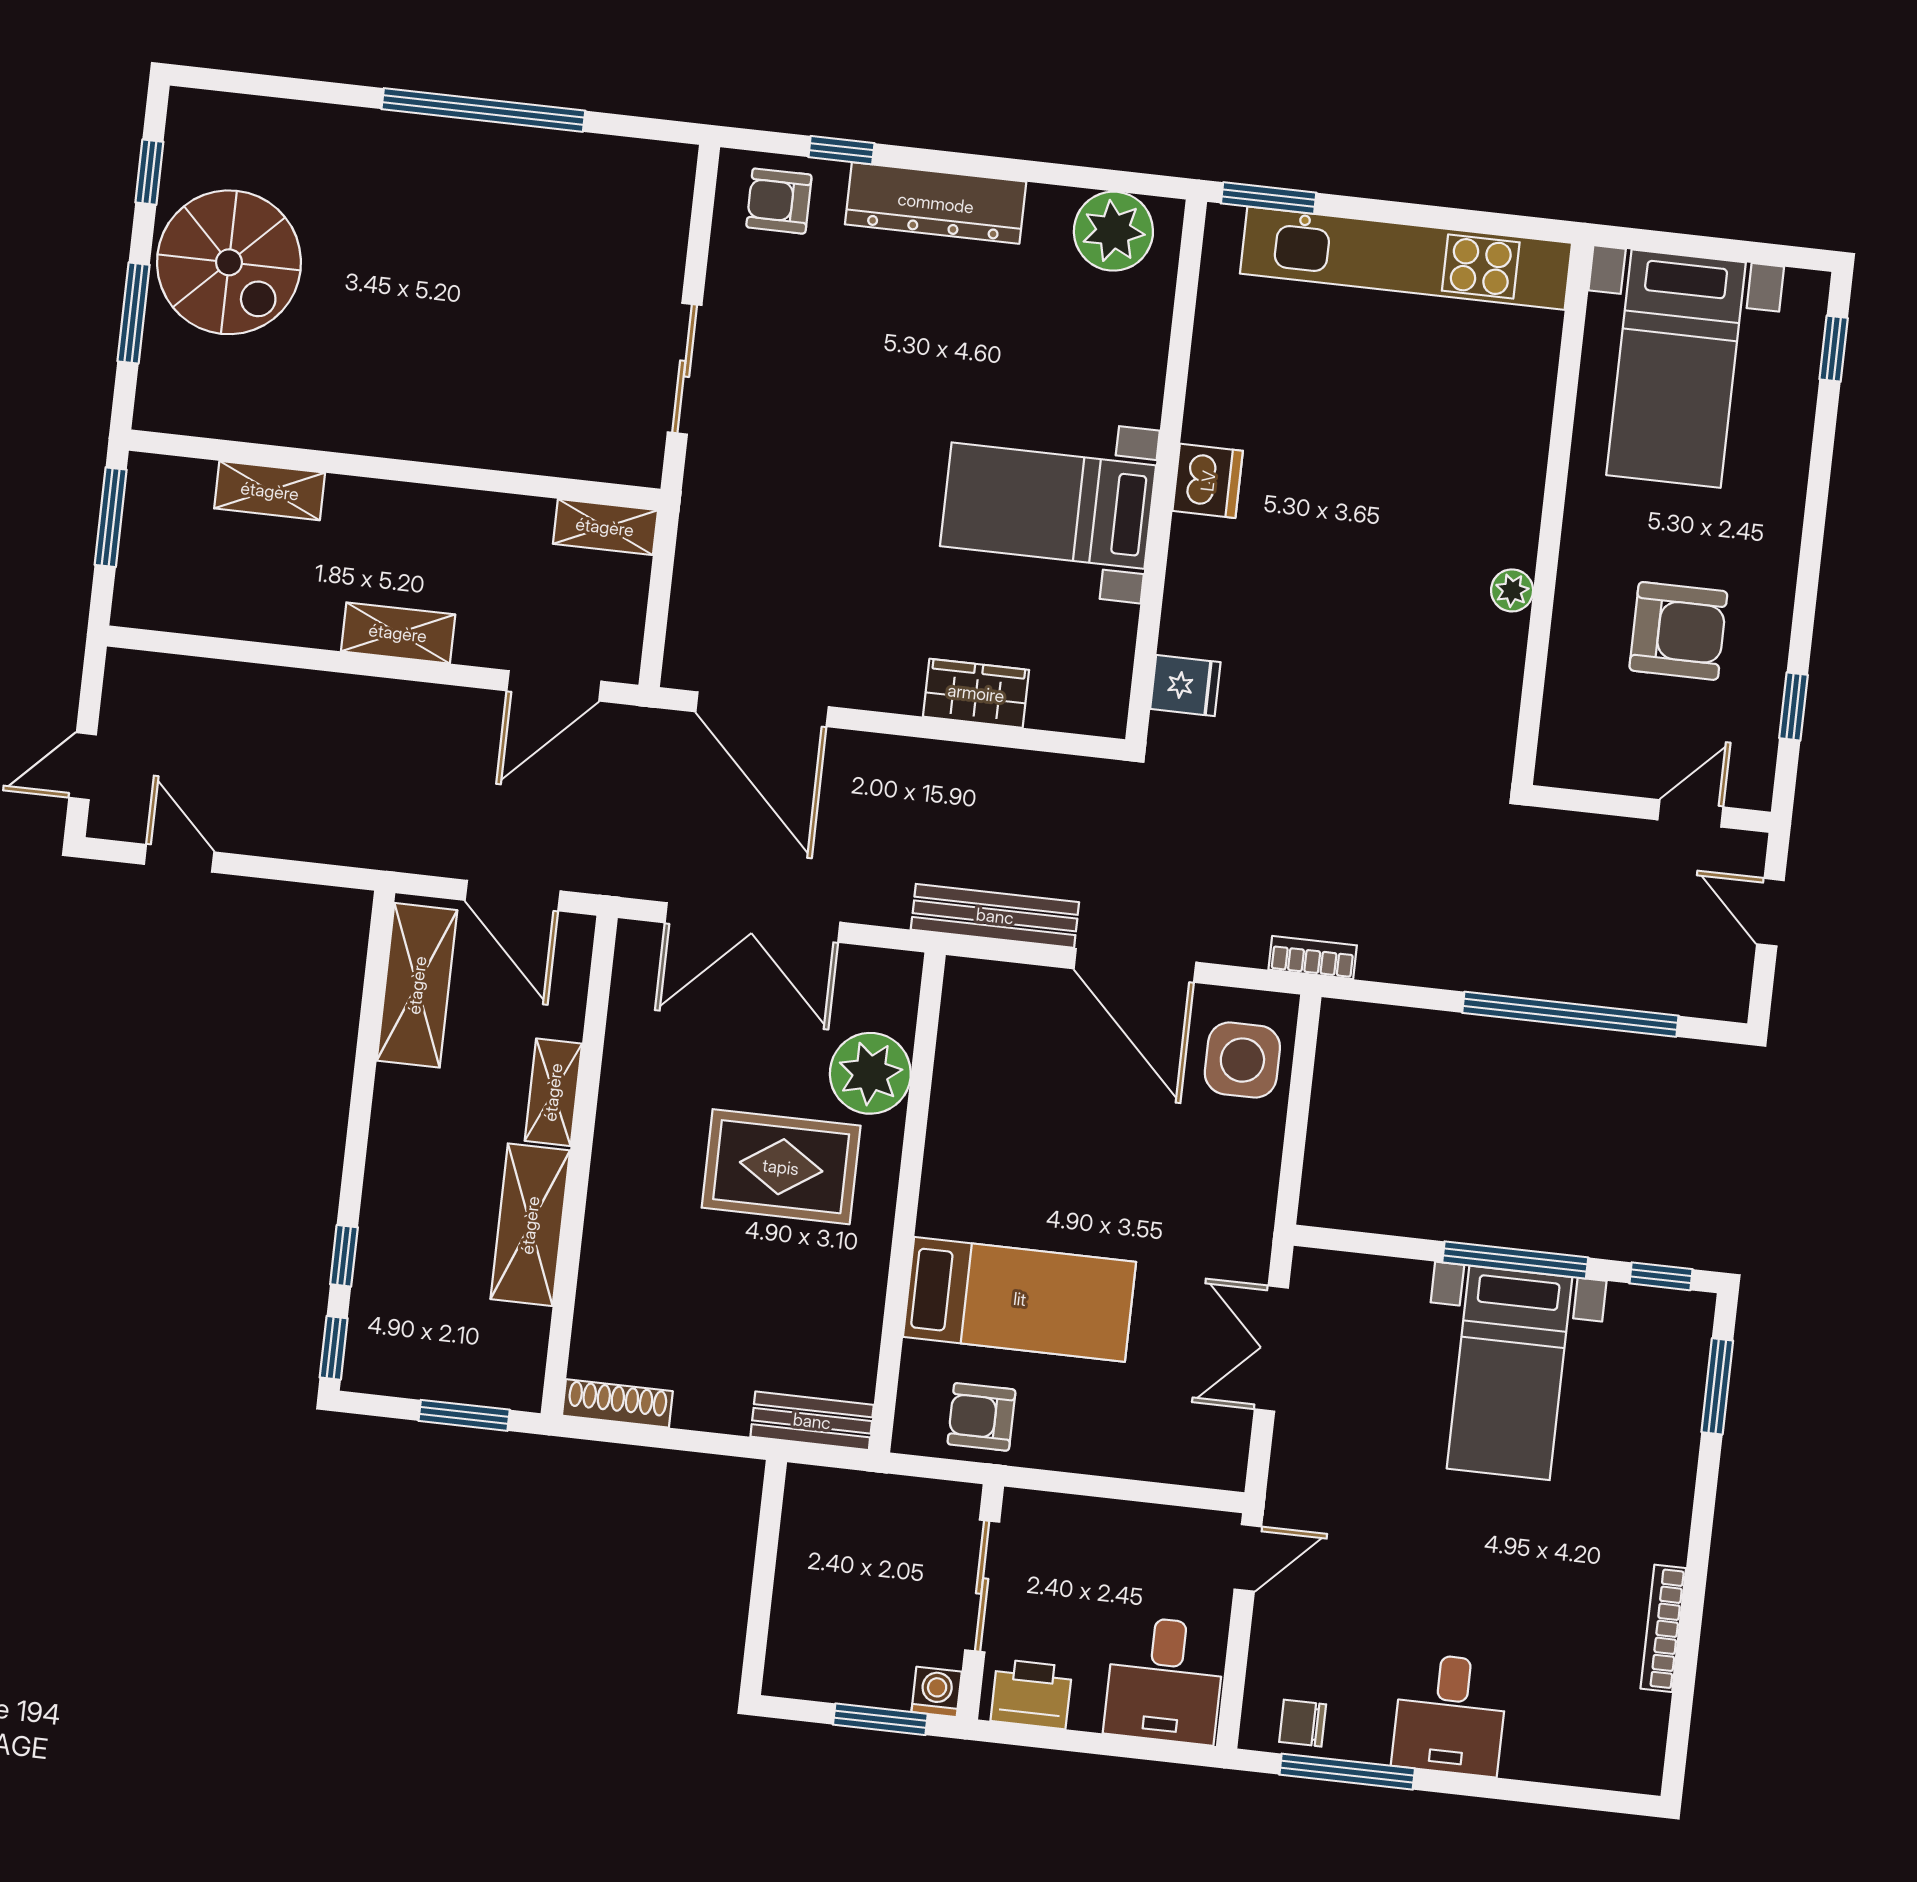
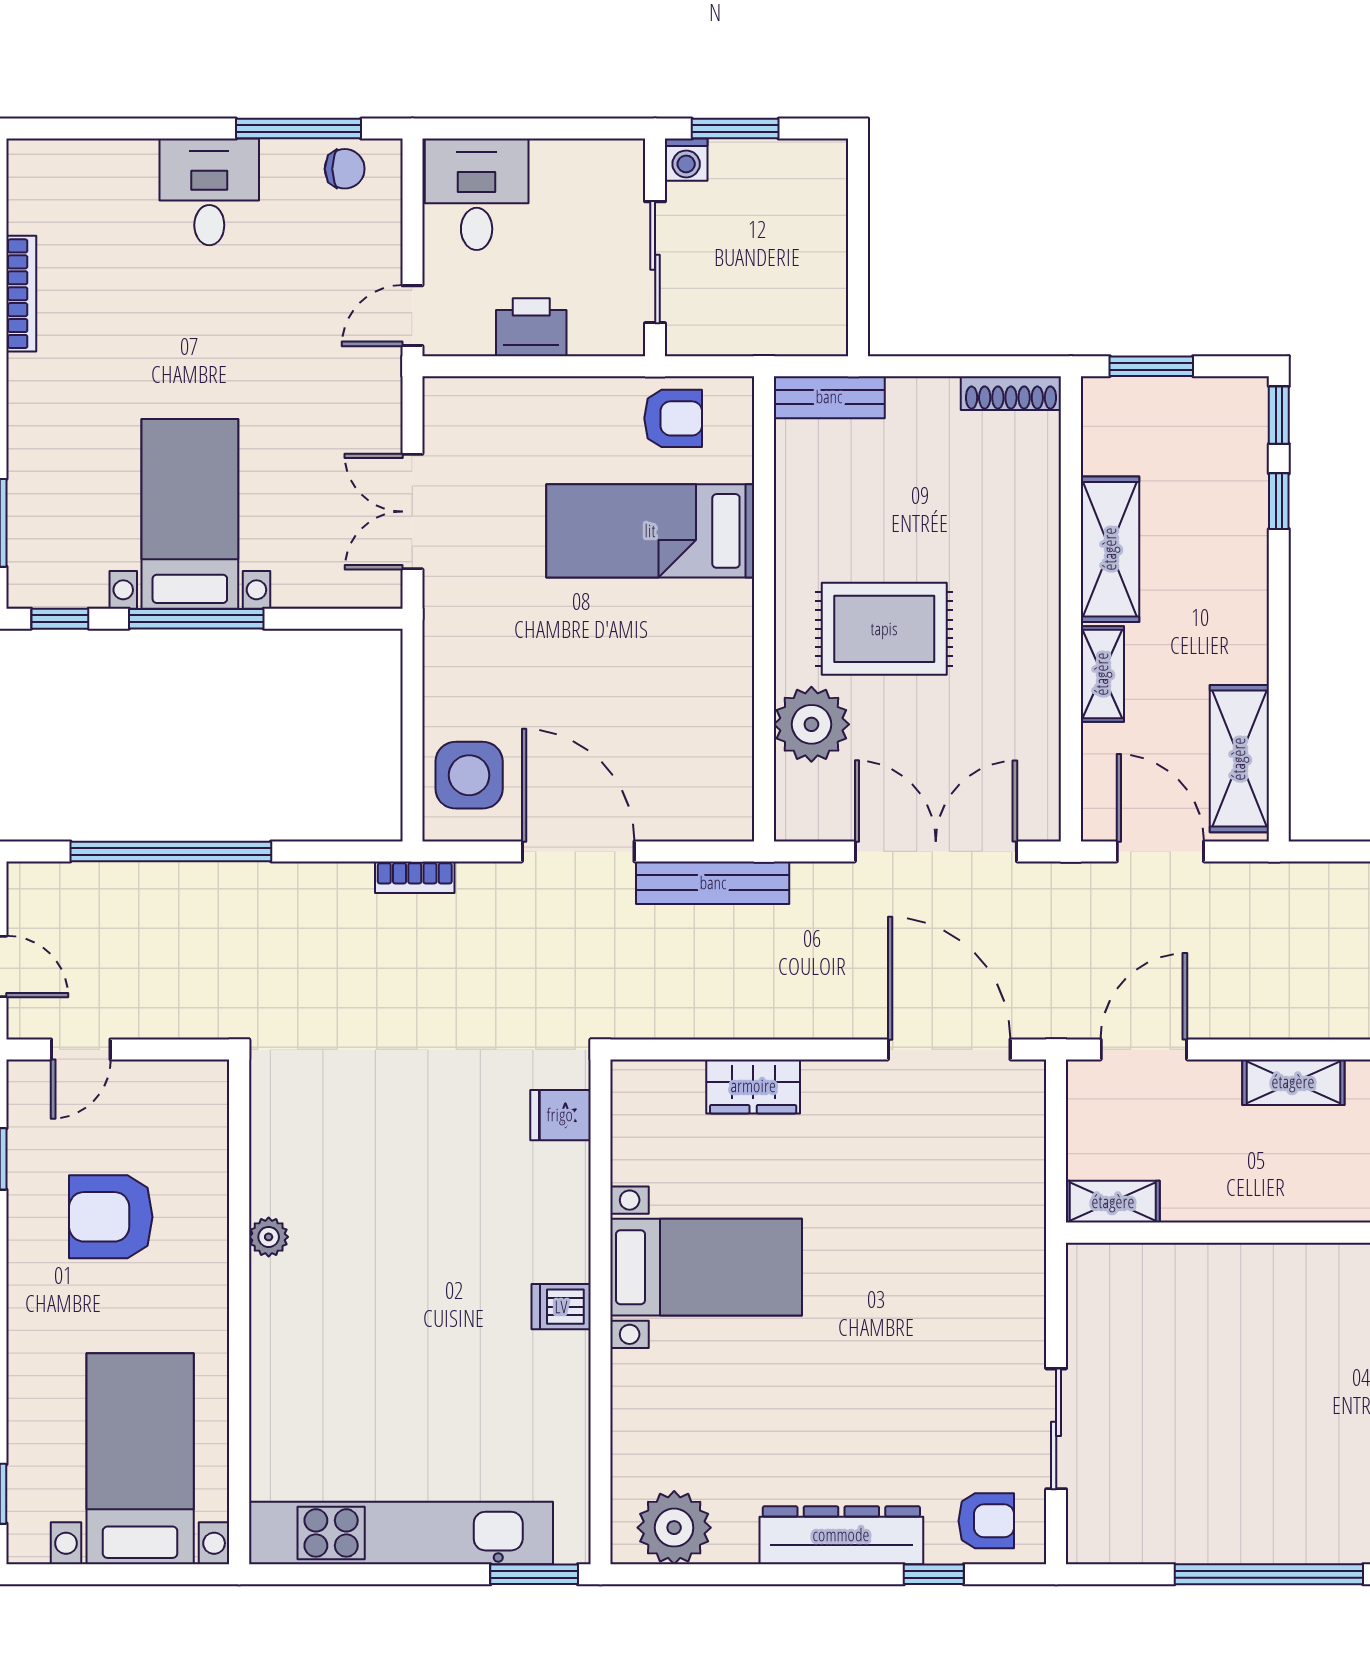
sliding door: (685, 369) -> (1056, 1429), moved
dishwasher: (1208, 481) -> (561, 1307), width x0.73
double door: (1271, 1349) -> (412, 512), swing flipped
printer: (1031, 1694) -> (531, 327), moved, turned 180

